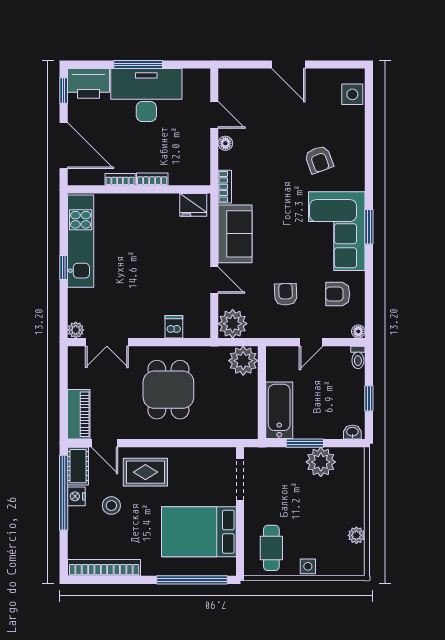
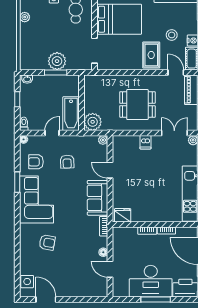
door: (288, 64) -> (46, 299), moved
armchair: (319, 159) -> (47, 243), turned 120
window: (369, 227) -> (17, 182), moved
armchair: (338, 294) -> (36, 162), turned 180
plant: (233, 324) -> (103, 140), width x0.53, depth x0.53
dishwasher: (174, 327) -> (145, 142), moved
dining table: (168, 390) -> (137, 104), turned 90
bathtub: (279, 410) -> (71, 114), moved
plant: (321, 462) -> (57, 61), moved
rug: (145, 472) -> (151, 55), turned 90

